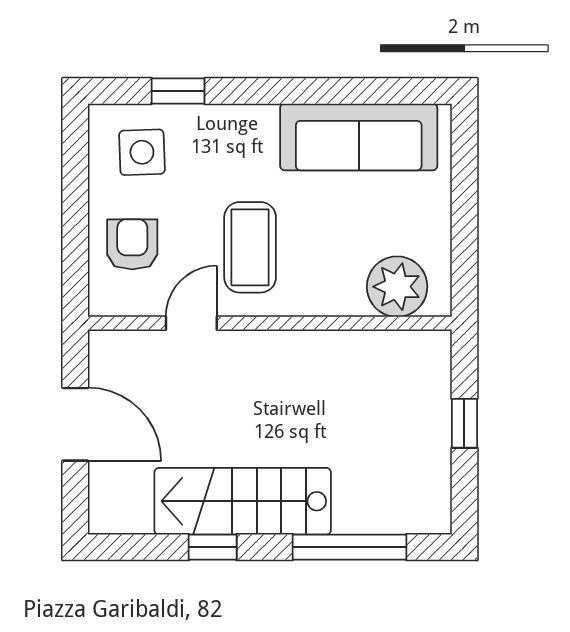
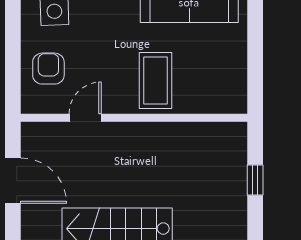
coffee table: (250, 247) -> (155, 80), moved
plant: (397, 287) -> (213, 95), removed

